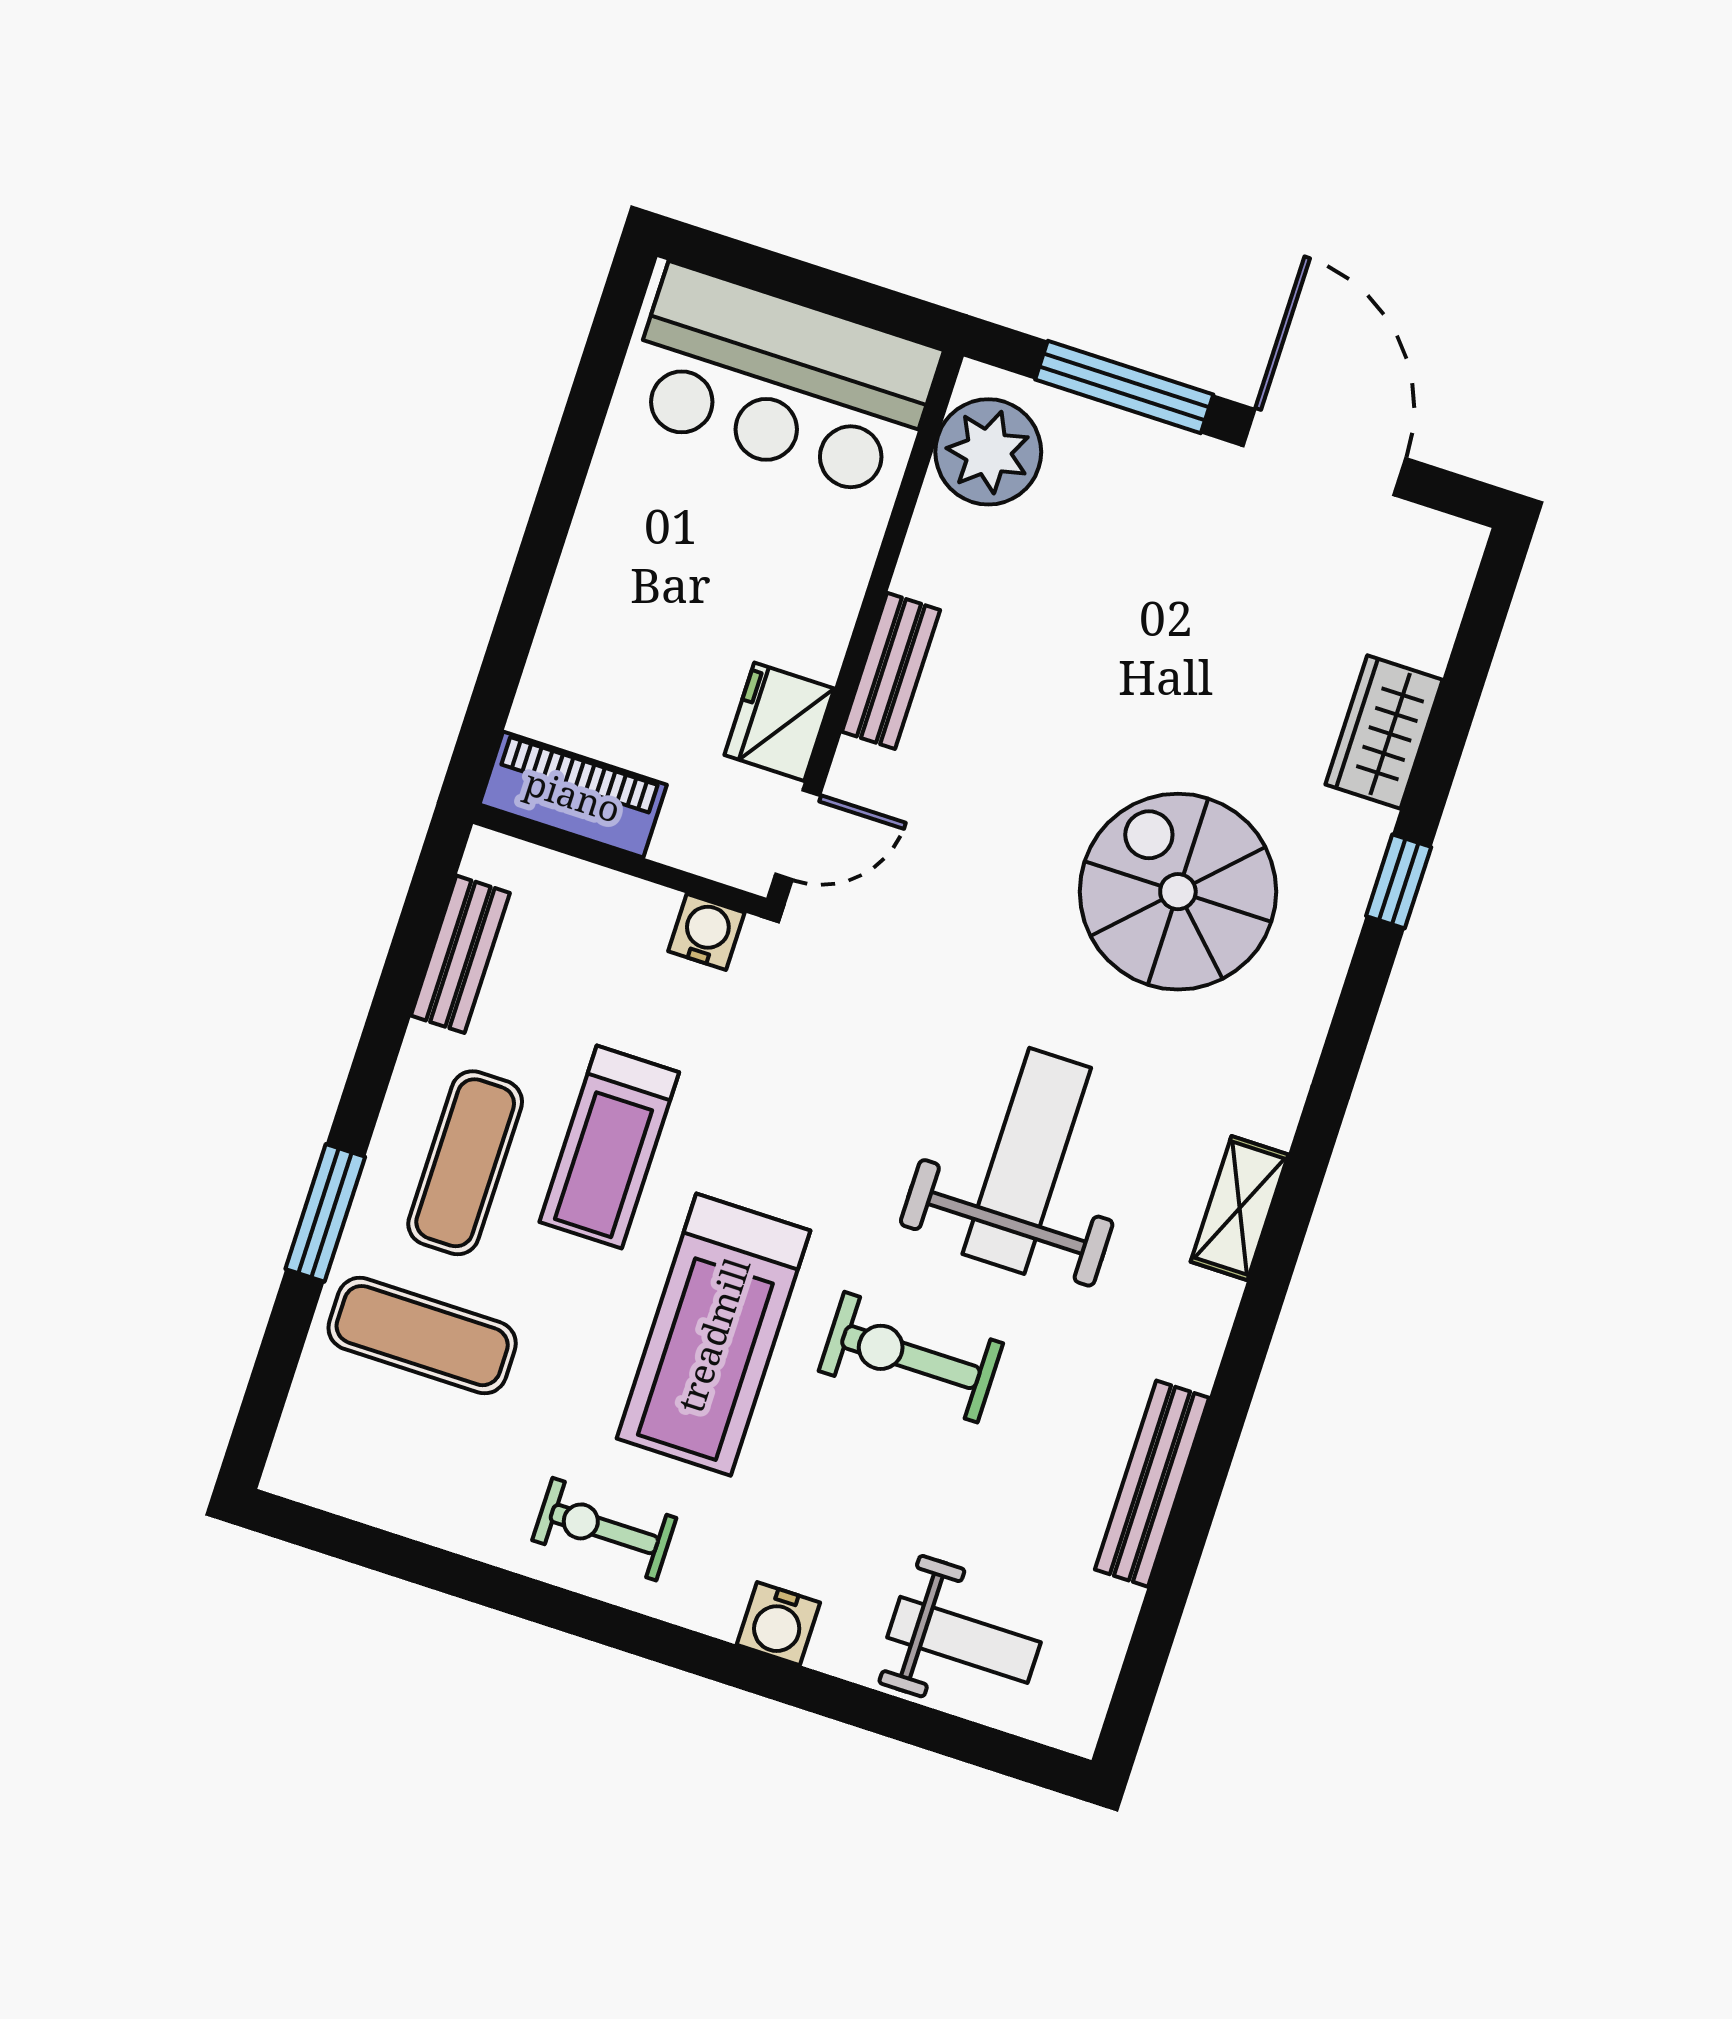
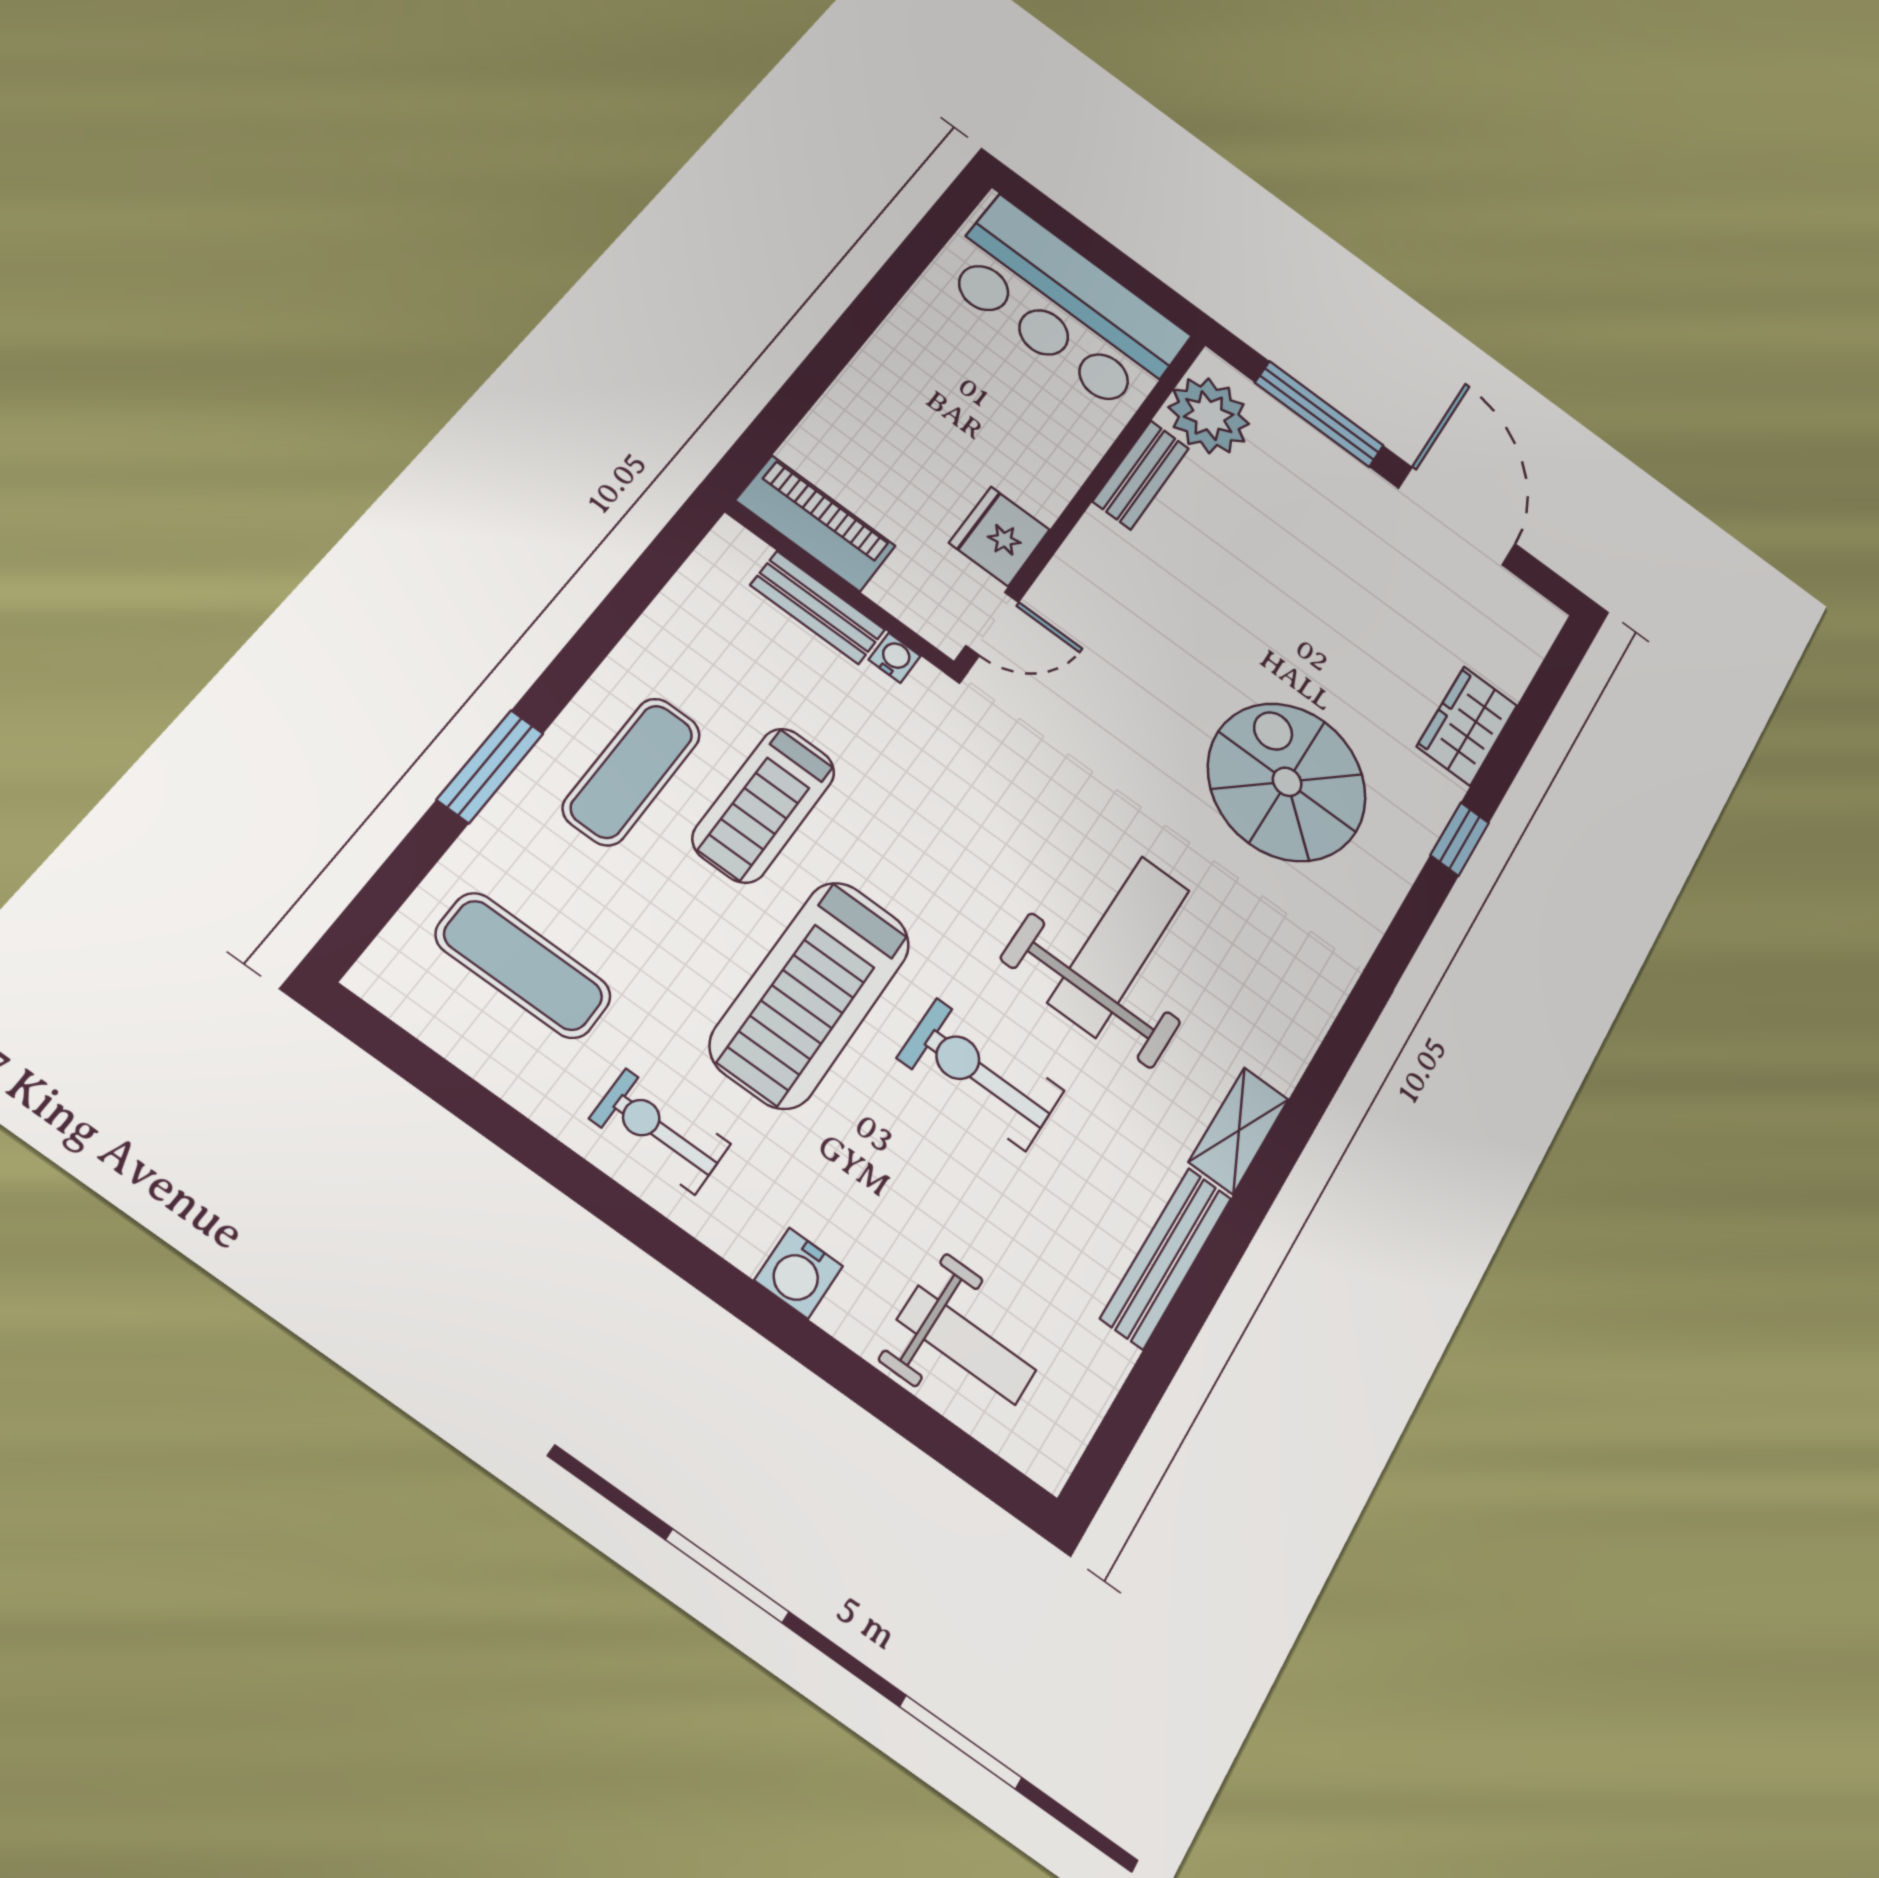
bench: (891, 671) -> (1141, 475), moved
water cooler: (706, 932) -> (895, 658), width x0.72, depth x0.72
bench: (460, 954) -> (818, 608), moved, turned 90
shelving: (1239, 1208) -> (1239, 1131), moved
exercise mat: (422, 1336) -> (523, 965), moved

